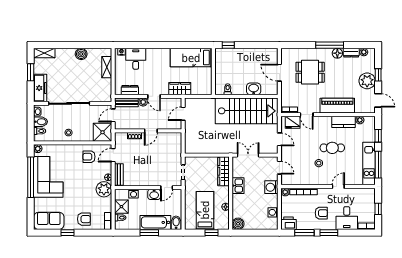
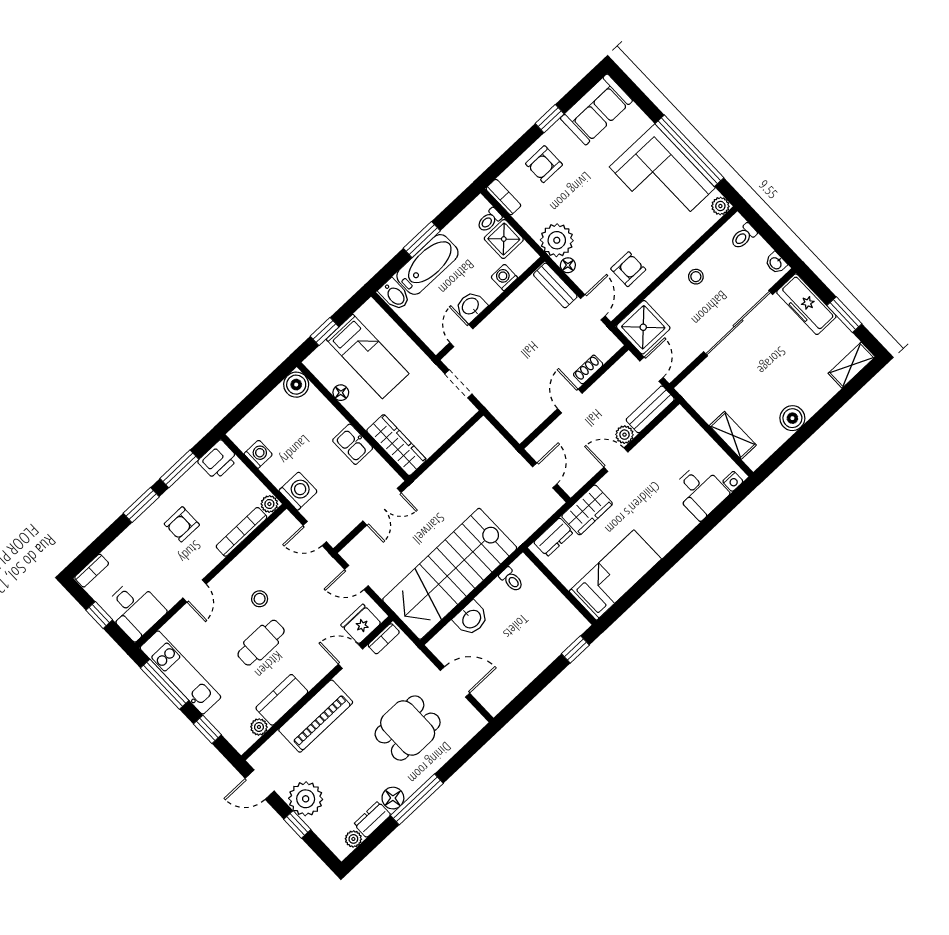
dresser: (130, 90) -> (553, 537), moved
bidet: (41, 122) -> (756, 252), removed
desk: (347, 218) -> (134, 609), moved, turned 180

